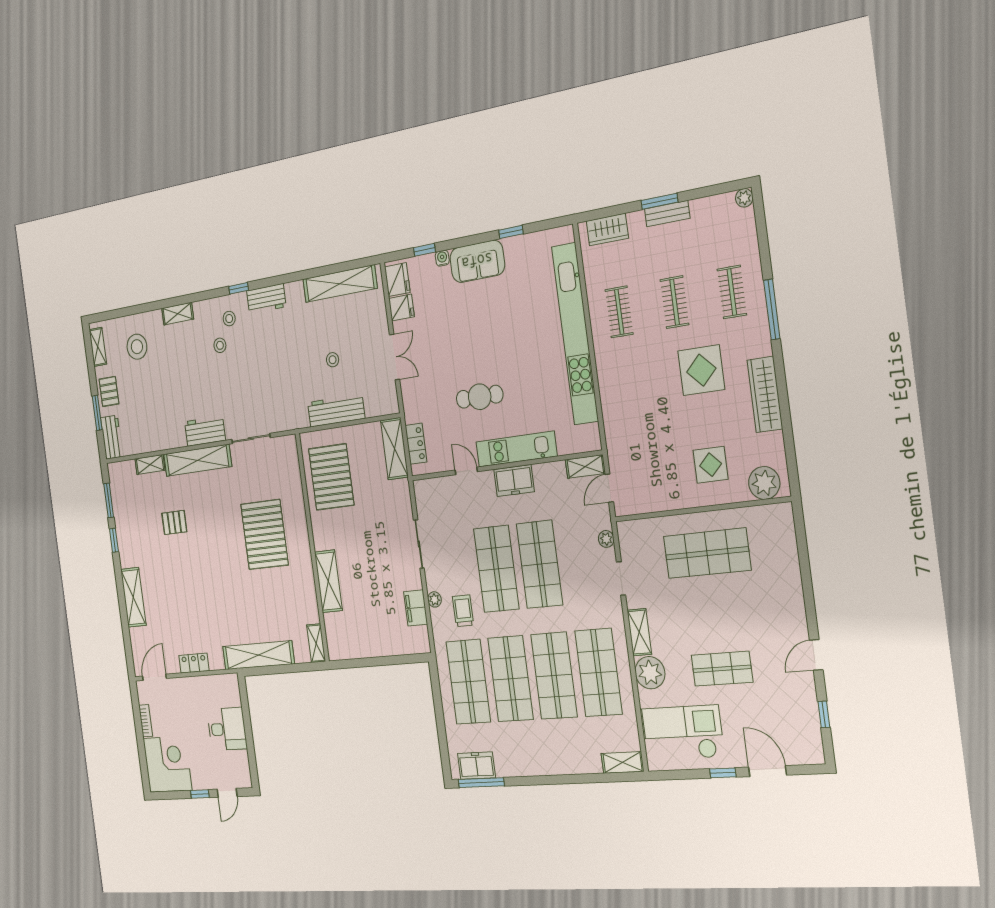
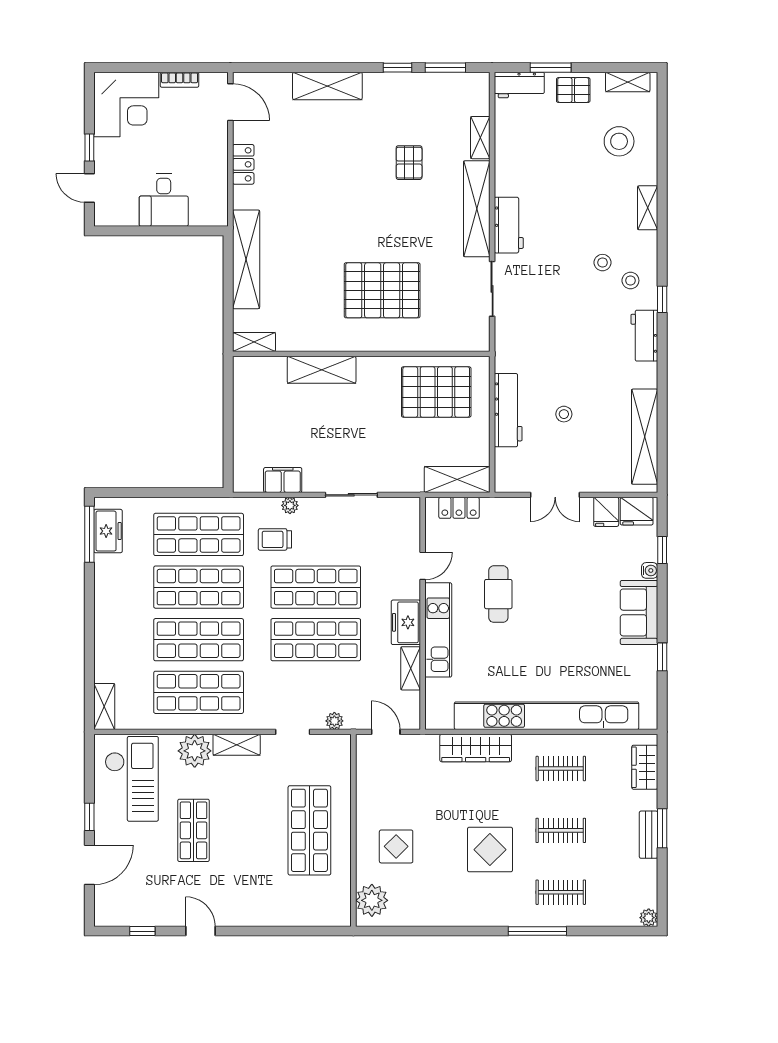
wardrobe: (765, 394) -> (476, 748), moved, turned 180
shelving: (585, 467) -> (411, 668), moved
trolley: (463, 611) -> (275, 539), turned 180

